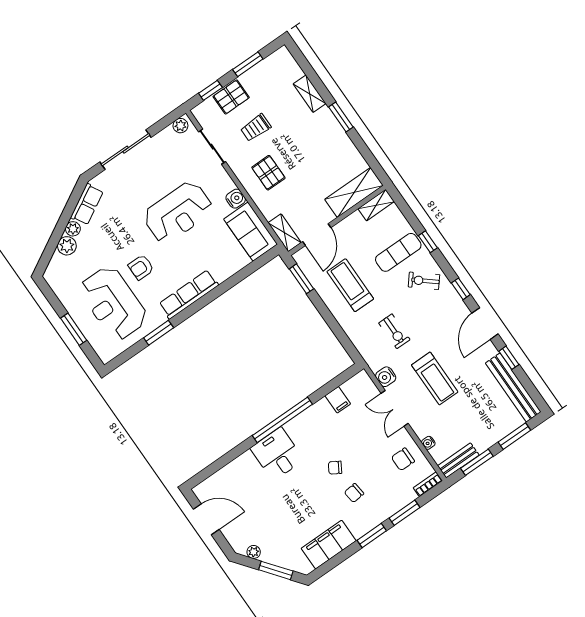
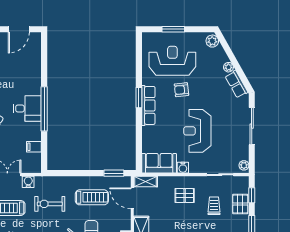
plant: (67, 246) -> (212, 41), moved
armchair: (141, 267) -> (181, 90), turned -96
exercise bike: (394, 331) -> (50, 204), width x1.38, depth x1.39
window: (159, 333) -> (139, 98), moved
desk: (277, 454) -> (27, 109), moved

